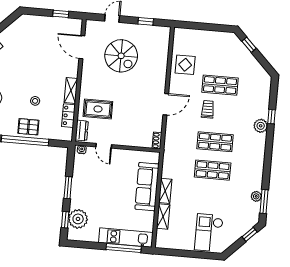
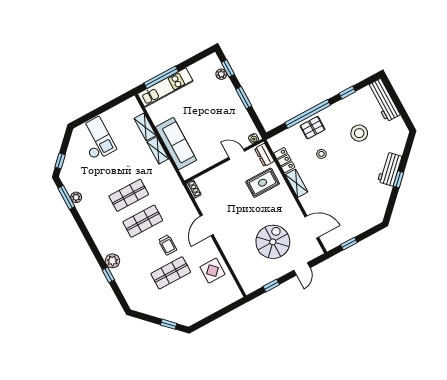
spiral stairs: (121, 56) -> (273, 242), turned 90
plant: (78, 219) -> (221, 74), width x0.53, depth x0.53

